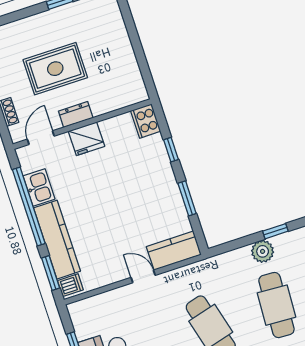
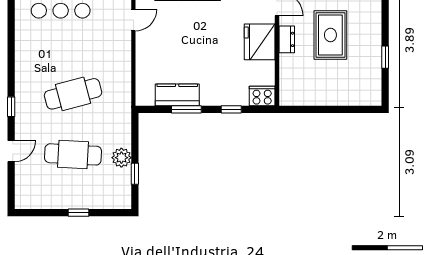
fridge: (87, 139) -> (260, 42), width x1.36, depth x1.34
kitchen counter: (174, 251) -> (177, 95), moved, turned -90
door: (143, 276) -> (133, 20), moved

